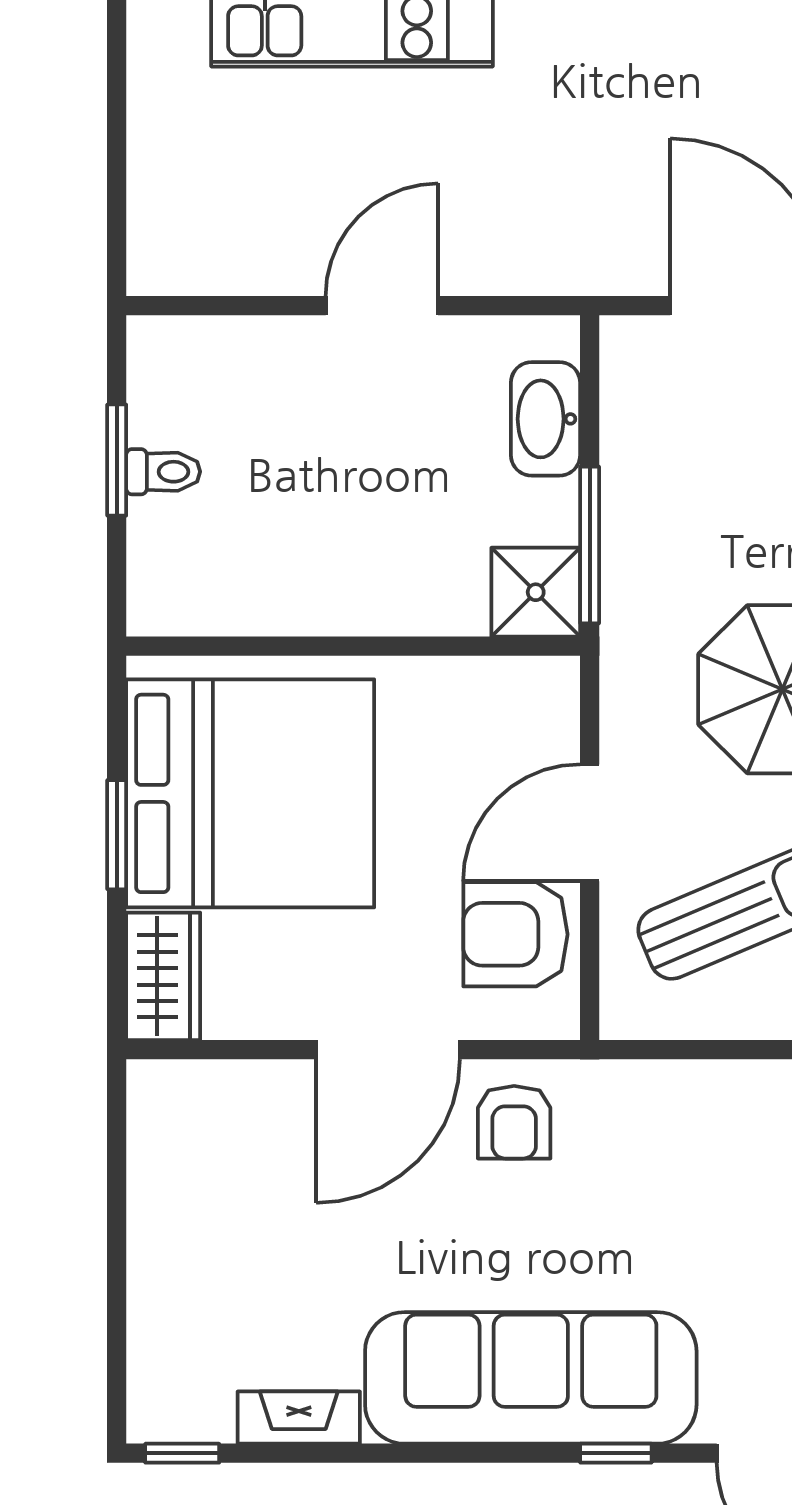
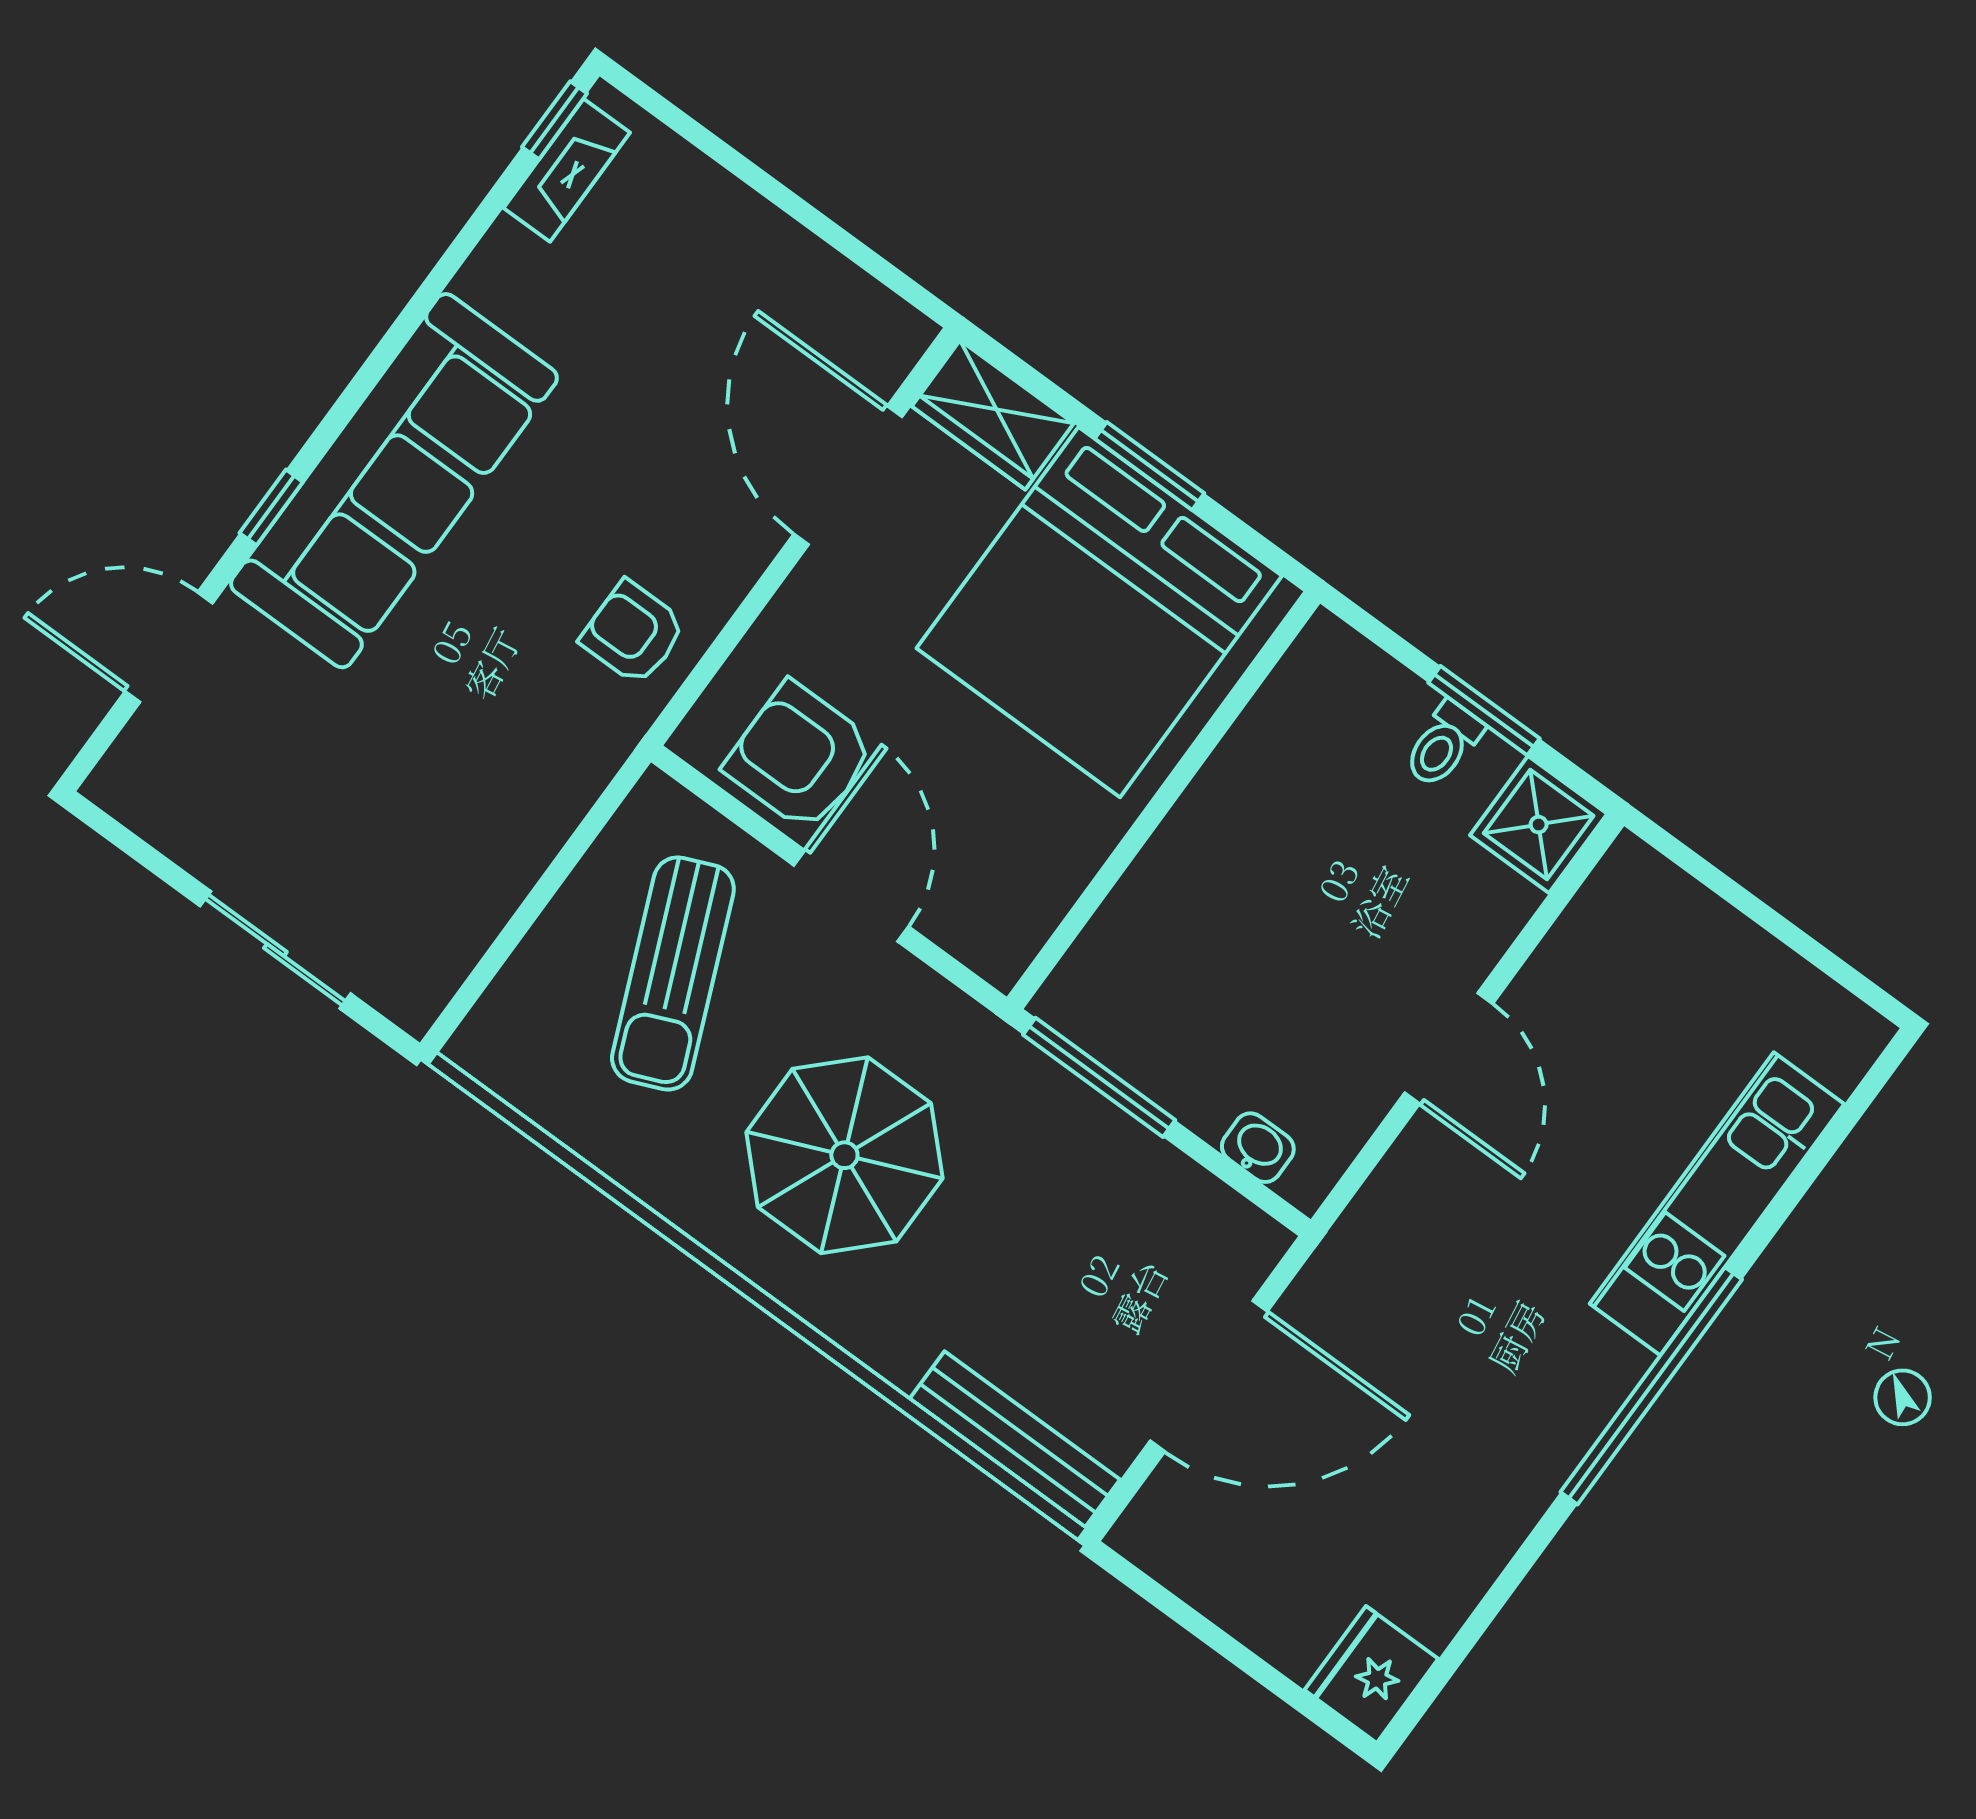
washbasin: (545, 419) -> (1258, 1148), width x0.52, depth x0.69
shower: (536, 592) -> (1539, 825), moved
armchair: (515, 934) -> (800, 757), turned -90
door: (388, 1050) -> (848, 475), moved
fireplace: (299, 1418) -> (567, 170), moved

